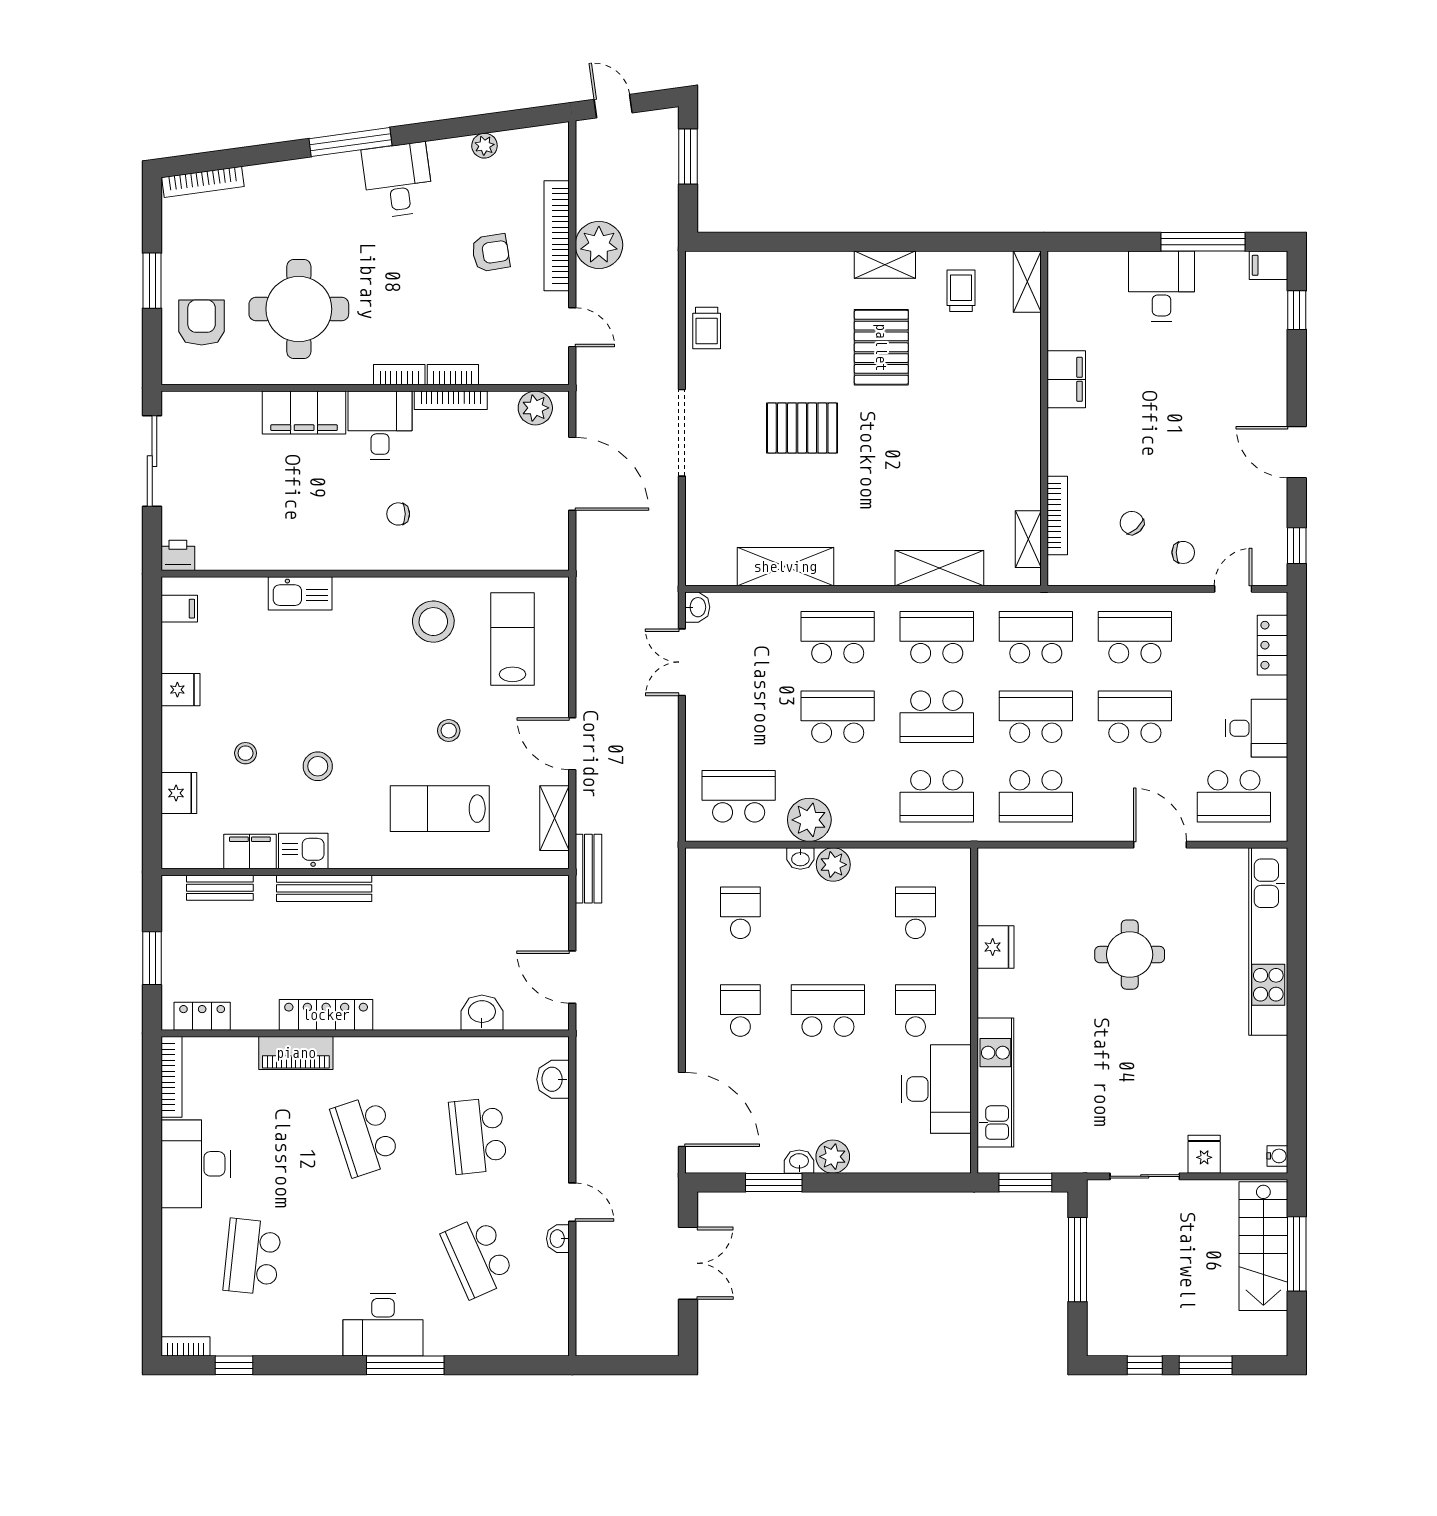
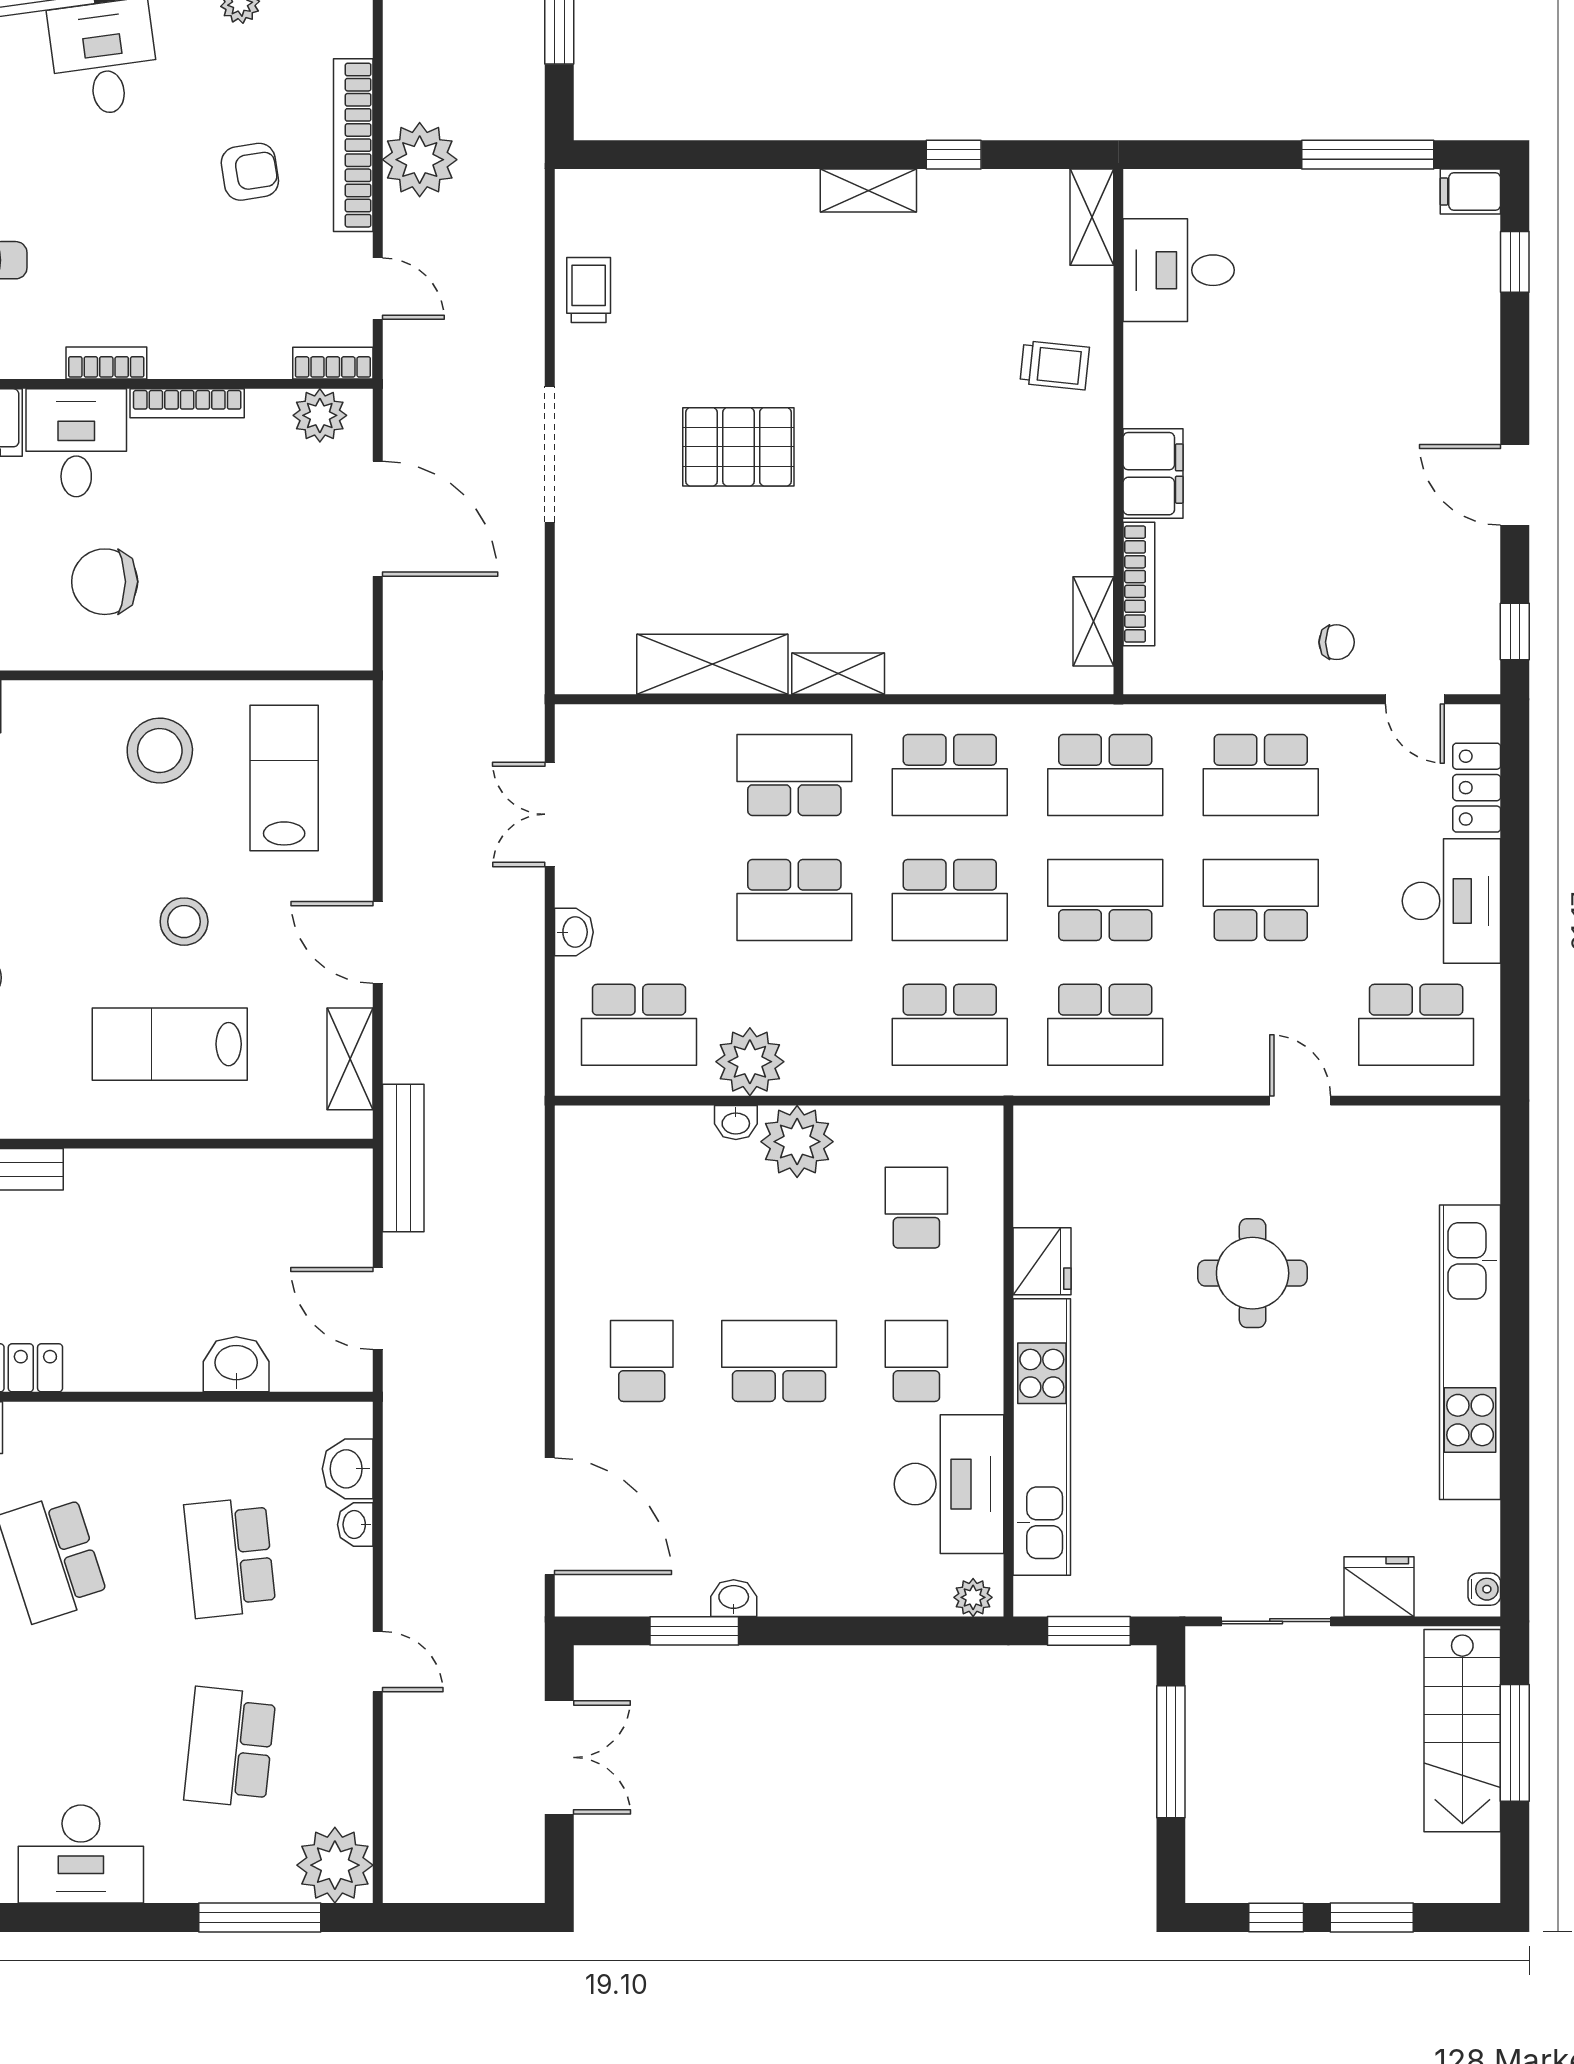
window: (939, 242) -> (954, 155), added
desk: (1161, 286) -> (1179, 270), moved, turned -90
trolley: (961, 291) -> (1055, 365), moved, turned 96
trolley: (707, 328) -> (589, 290), turned 180
pallet: (881, 347) -> (863, 320), removed
bookcase: (453, 375) -> (333, 363), moved
filing cabinet: (1066, 379) -> (1153, 474), moved
chair: (398, 514) -> (105, 582), width x1.87, depth x1.87
chair: (1132, 523) -> (1256, 596), removed
shelving: (939, 568) -> (838, 674), moved, width x0.67, depth x0.75
door: (1233, 589) -> (1415, 699), swing flipped
washbasin: (697, 607) -> (574, 932), moved
school desk: (937, 637) -> (950, 775), turned 180
school desk: (1036, 637) -> (1105, 775), turned 180
school desk: (1135, 637) -> (1261, 775), turned 180
school desk: (838, 717) -> (794, 900), turned 180
desk: (1256, 728) -> (1451, 901), width x1.37
stool: (449, 731) -> (184, 922), width x1.37, depth x1.37
school desk: (739, 796) -> (639, 1025), turned 180
door: (1160, 845) -> (1300, 1101), width x0.73
plant: (833, 865) -> (797, 1142), width x1.36, depth x1.36
bench: (588, 869) -> (403, 1158), width x1.36
school desk: (740, 913) -> (642, 1208), removed
kitchen unit: (1268, 942) -> (1470, 1352), moved
kitchen unit: (995, 1082) -> (1042, 1437), width x1.36
fridge: (1204, 1154) -> (1379, 1587), width x1.38
plant: (833, 1157) -> (973, 1597), moved, width x0.73, depth x0.73
washbasin: (558, 1239) -> (355, 1525), moved
school desk: (478, 1257) -> (230, 1747), turned 30
plant: (545, 1332) -> (335, 1865), added
window: (405, 1365) -> (260, 1918), moved

